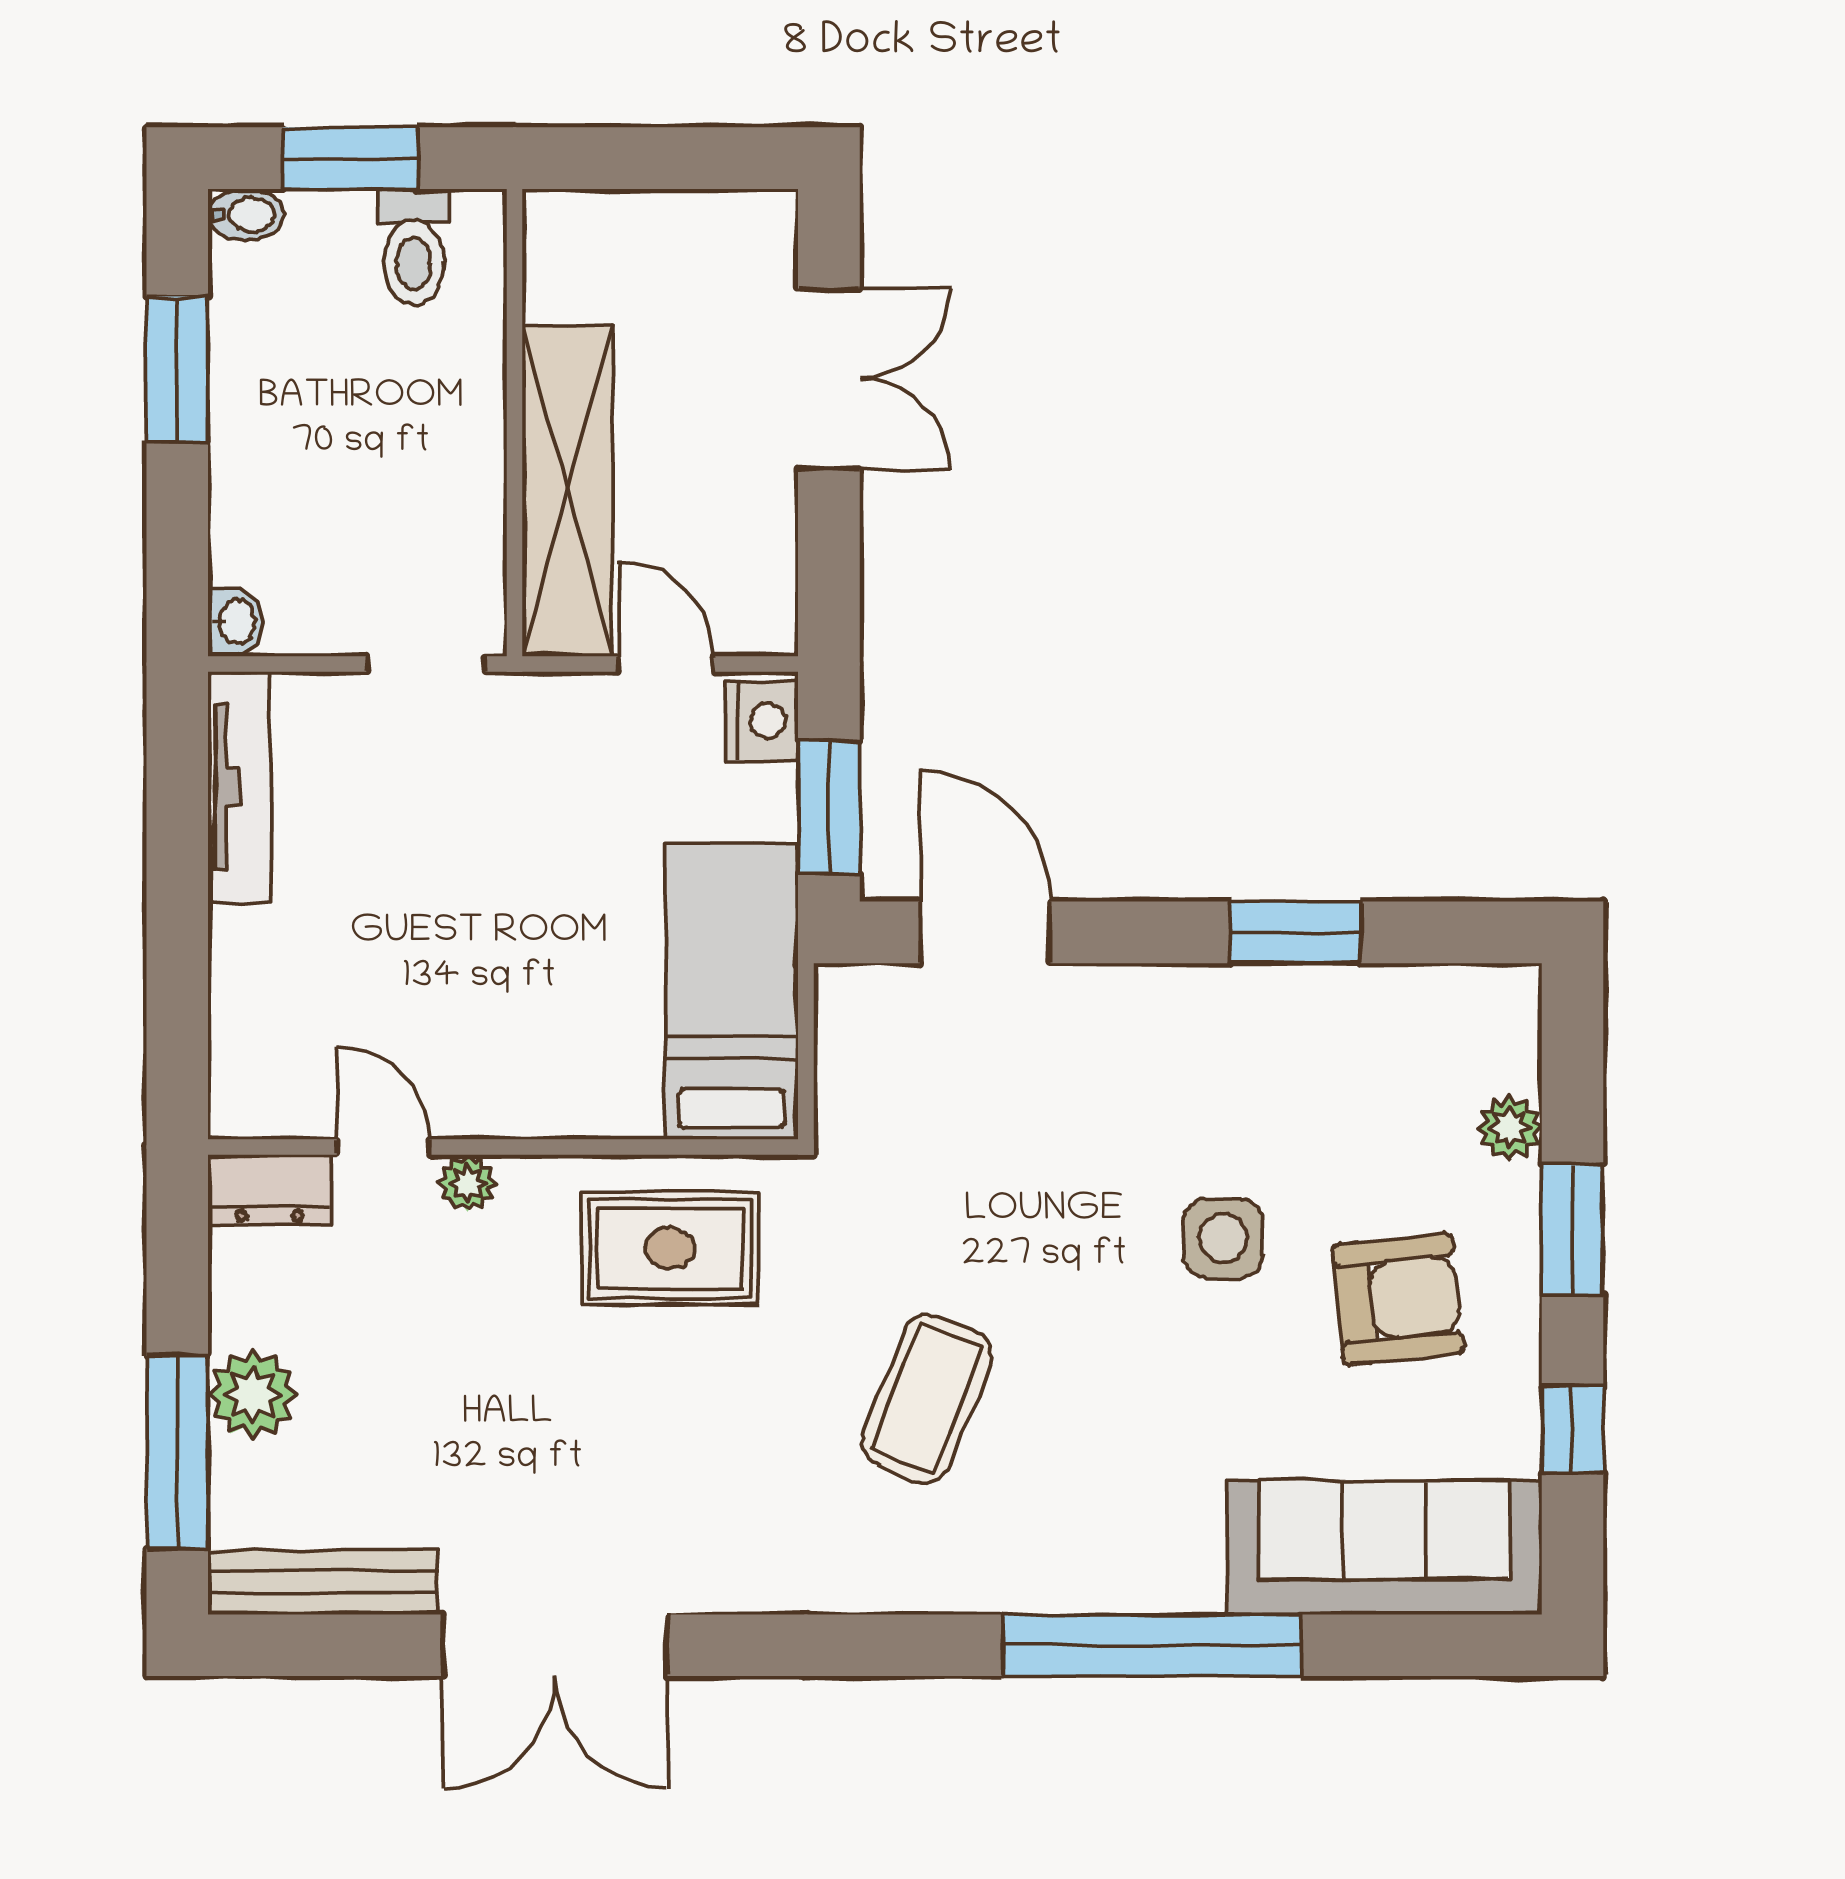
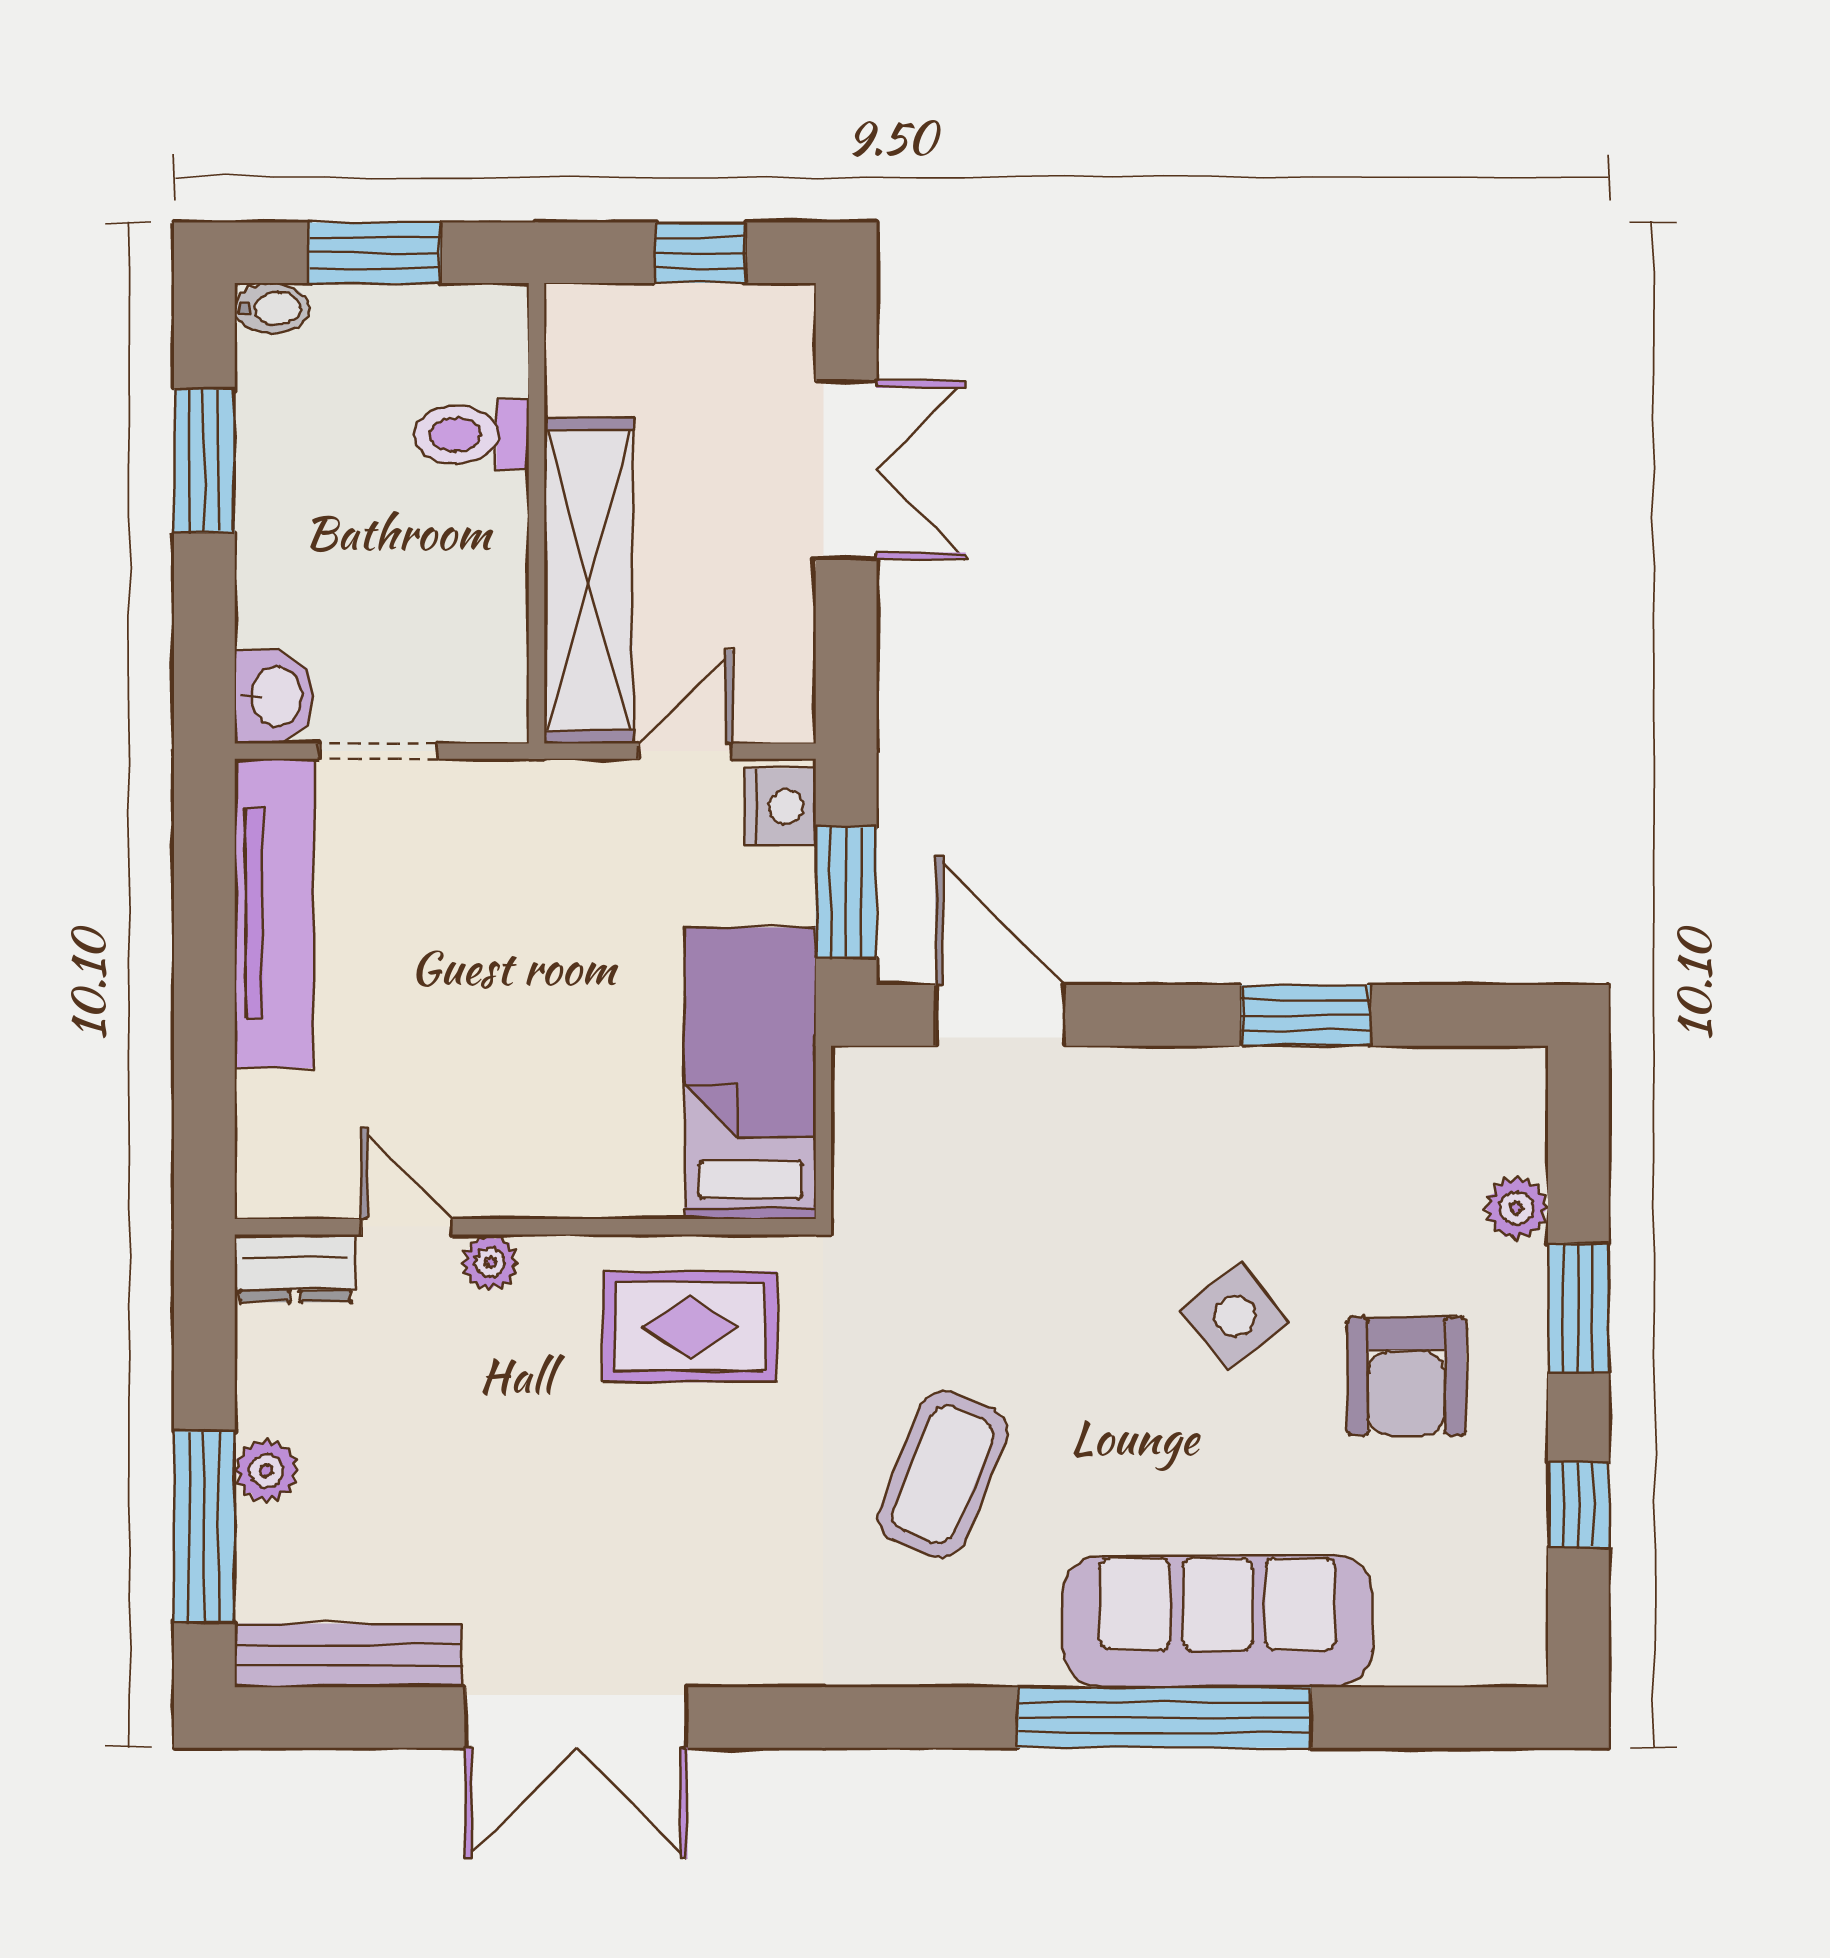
window: (681, 158) -> (700, 253), added
toilet: (414, 247) -> (471, 435), moved, turned 90
washbasin: (236, 622) -> (274, 697), width x1.38, depth x1.45
doorway: (426, 664) -> (378, 751), moved
door: (666, 664) -> (685, 751), hinge flipped
tv unit: (239, 787) -> (274, 913), width x1.36, depth x1.29
side table: (1223, 1238) -> (1234, 1316), turned -38
armchair: (1398, 1299) -> (1407, 1377), turned 96
plant: (253, 1395) -> (267, 1471), width x0.73, depth x0.73
sofa: (1384, 1548) -> (1218, 1621), moved

